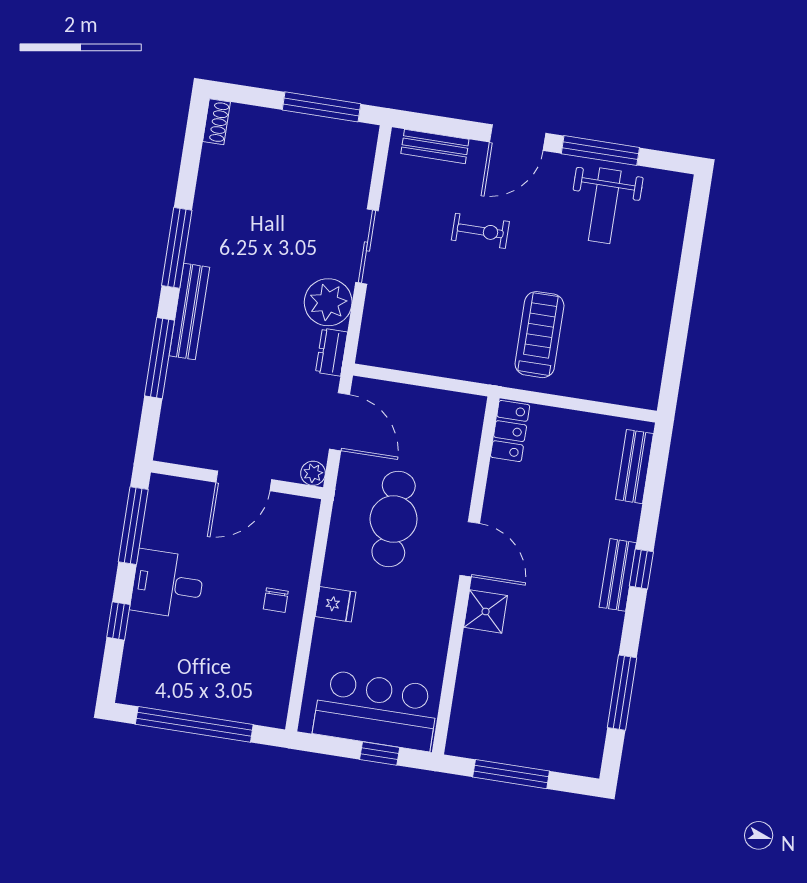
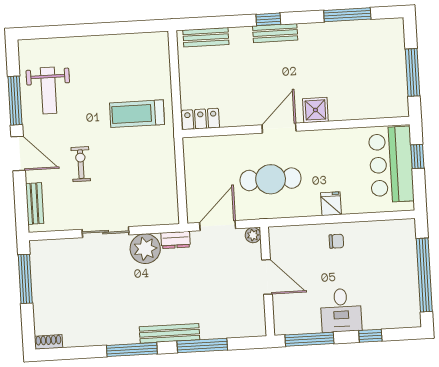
weight bench: (605, 206) -> (49, 91), turned 90

